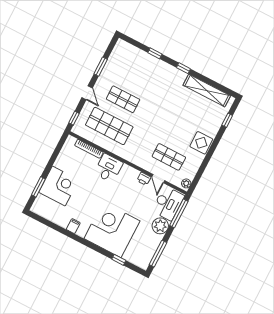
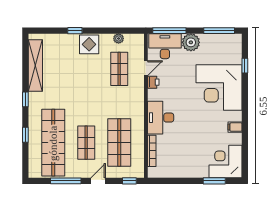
window: (101, 67) -> (66, 181), width x1.44
shop shelf: (137, 73) -> (53, 143), added
window: (227, 120) -> (75, 31), moved
desk: (108, 168) -> (161, 118), width x1.37
plant: (186, 183) -> (119, 38), moved
corner desk: (59, 186) -> (226, 162), moved

